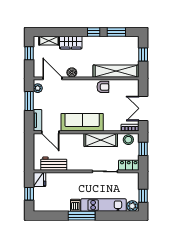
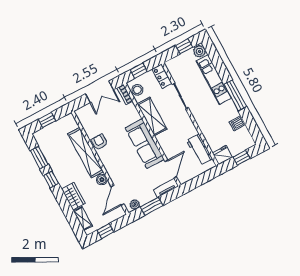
shelving: (116, 71) -> (86, 153), moved
dishwasher: (75, 205) -> (237, 123), moved

